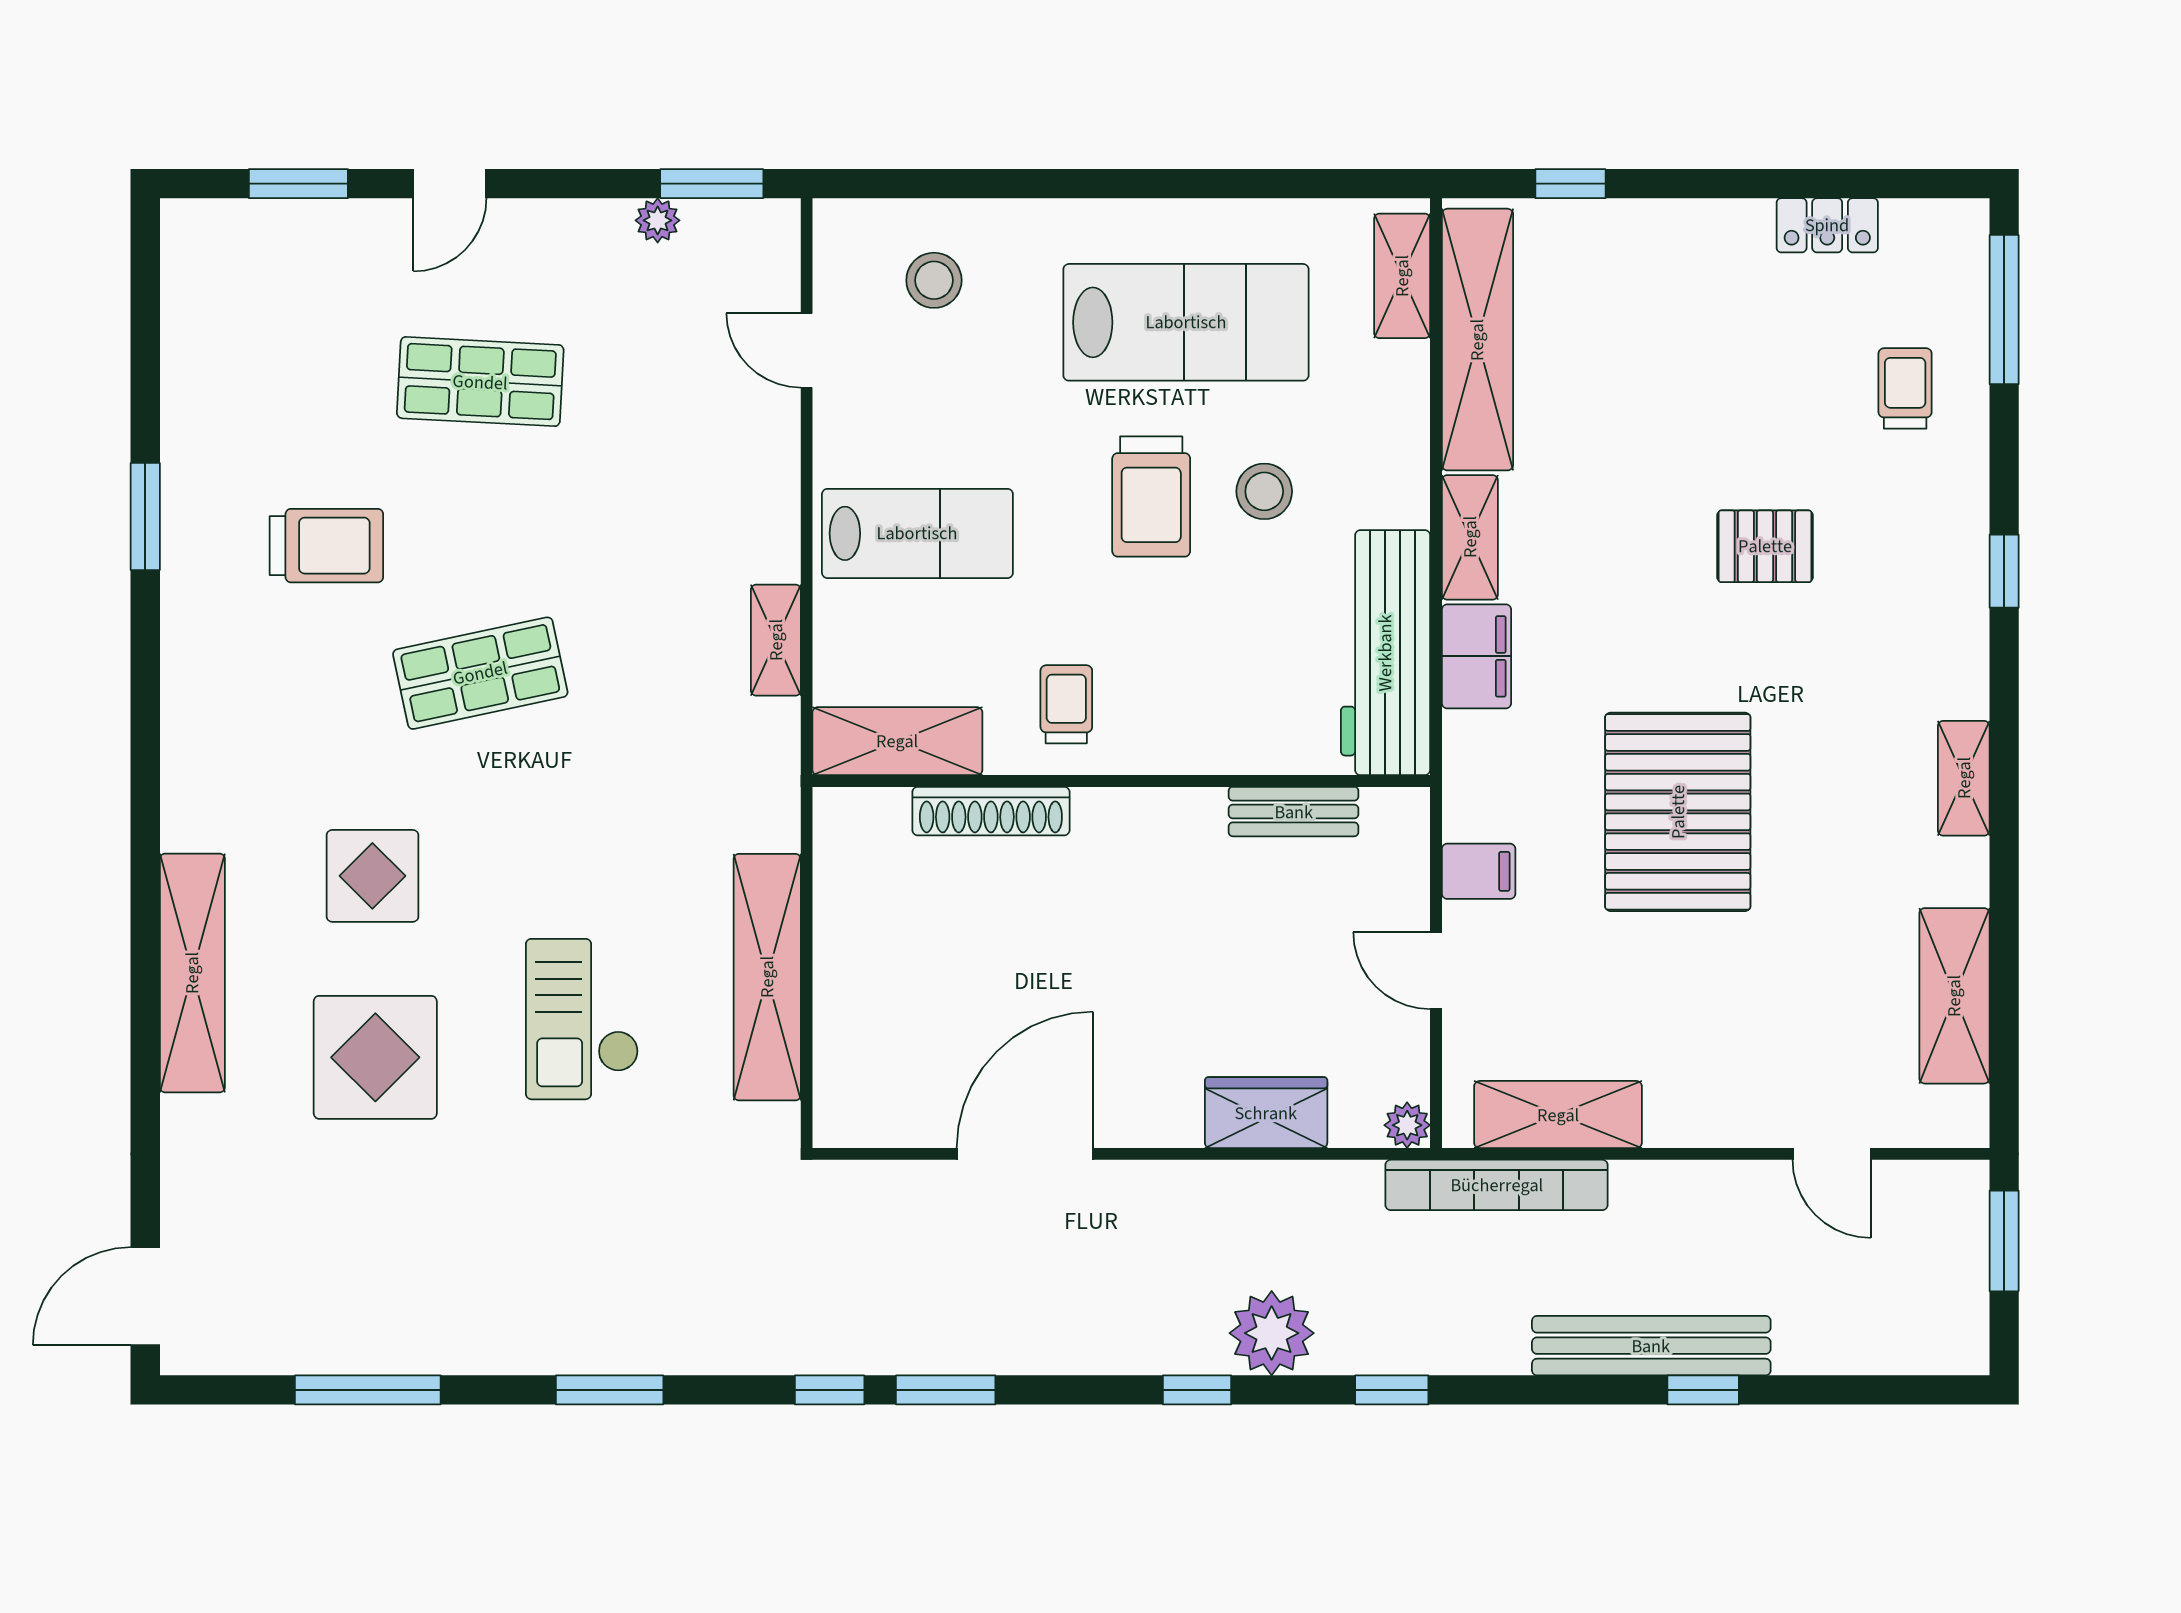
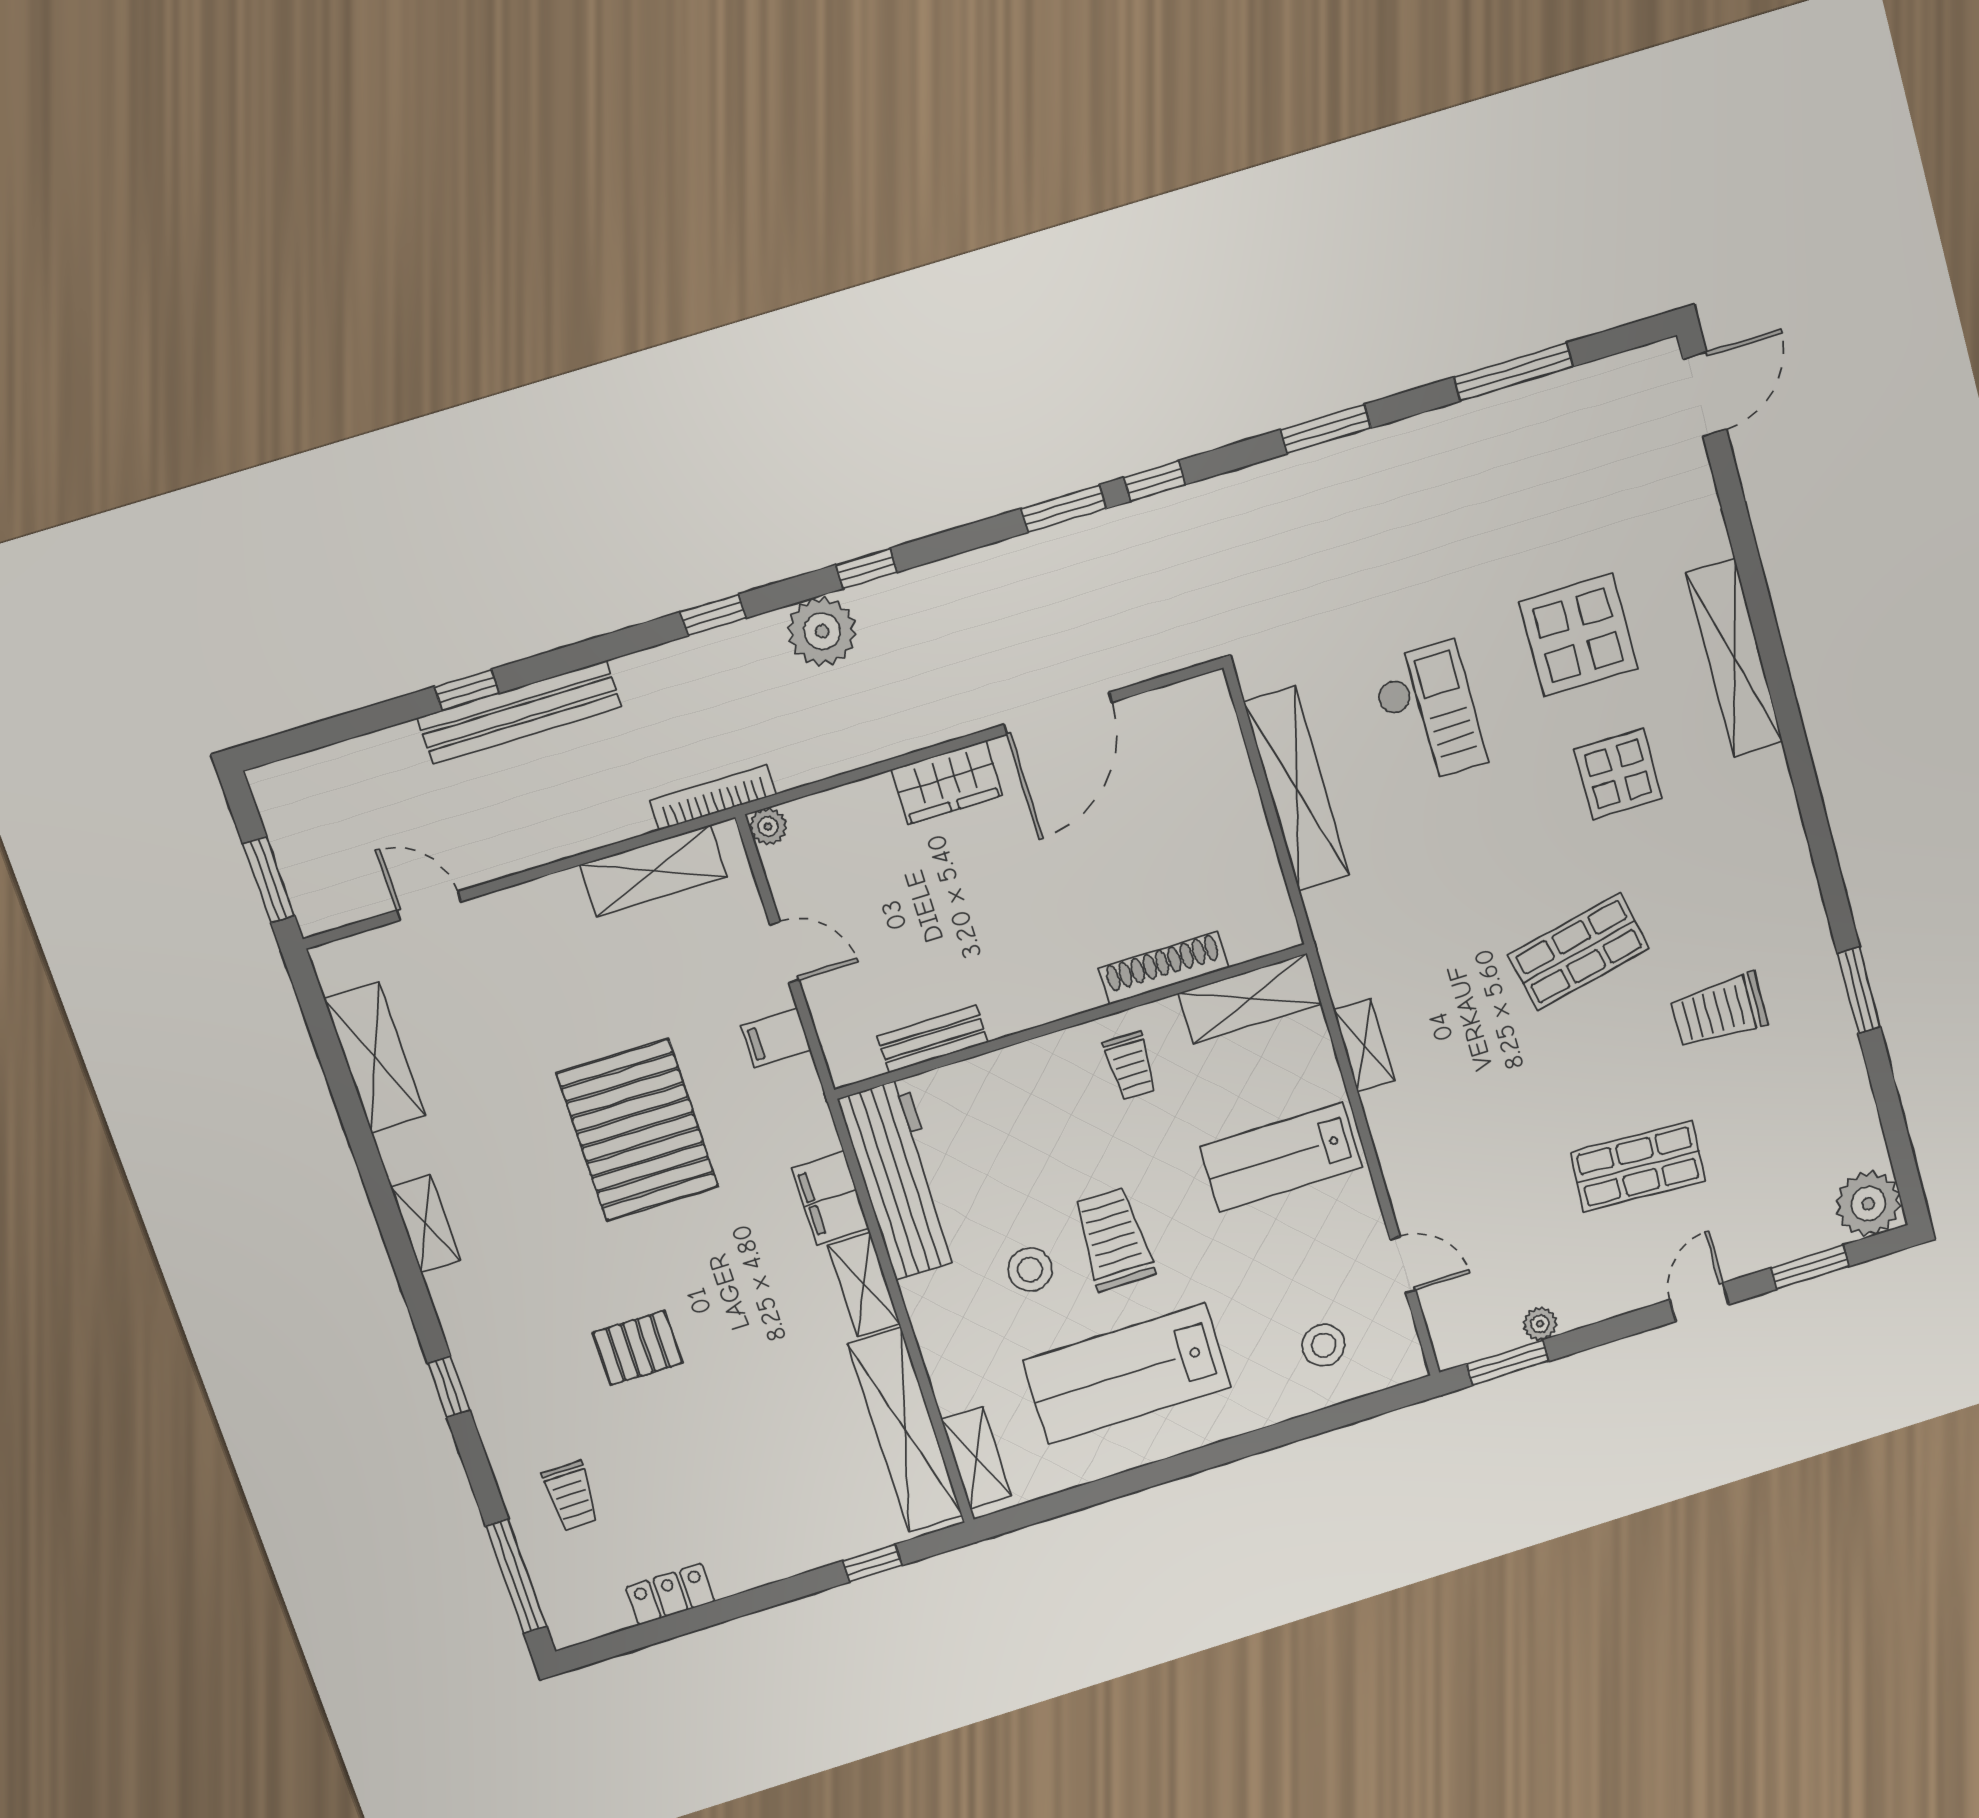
plant: (203, 242) -> (1868, 1204), added
wardrobe: (1266, 1113) -> (947, 782), moved
bookcase: (1497, 1185) -> (713, 797), width x0.68, depth x0.76

